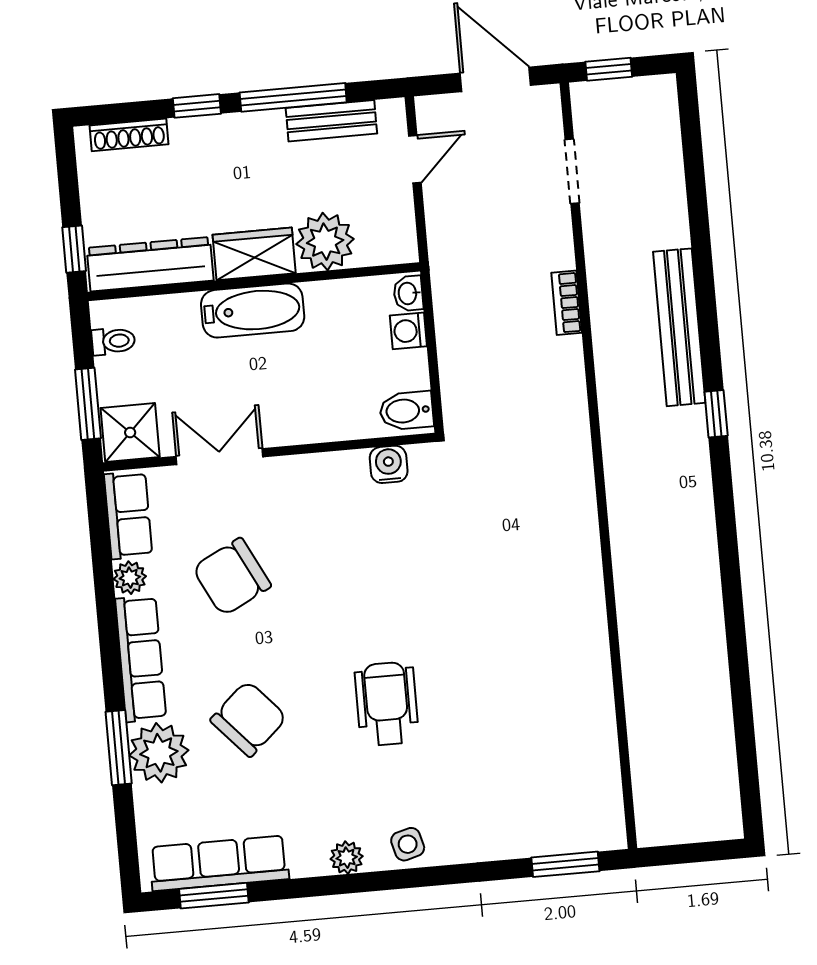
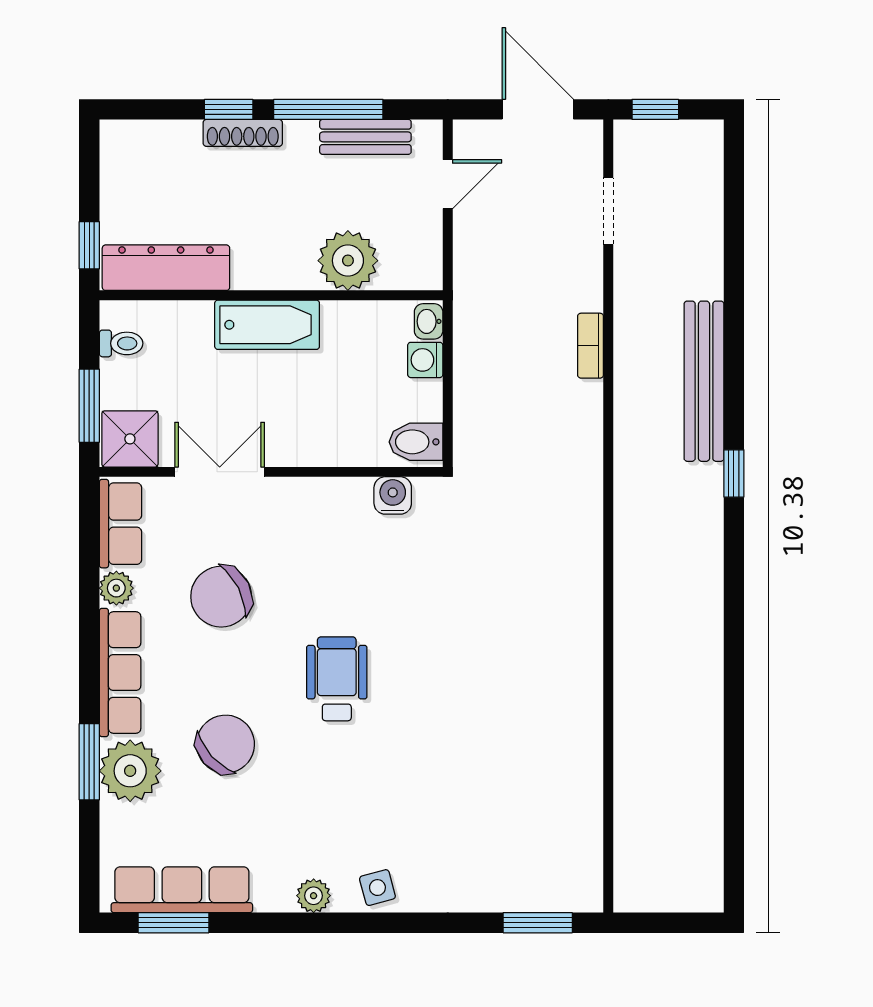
shoe rack: (129, 135) -> (243, 133), moved
wardrobe: (254, 254) -> (274, 267), removed
wheelchair: (387, 704) -> (337, 679), moved

